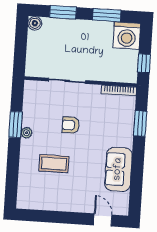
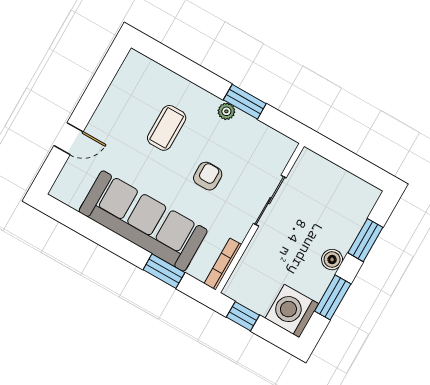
boiler: (35, 23) -> (332, 260), moved
sofa: (118, 169) -> (143, 221), width x1.85, depth x1.27
door: (103, 220) -> (68, 139), moved

